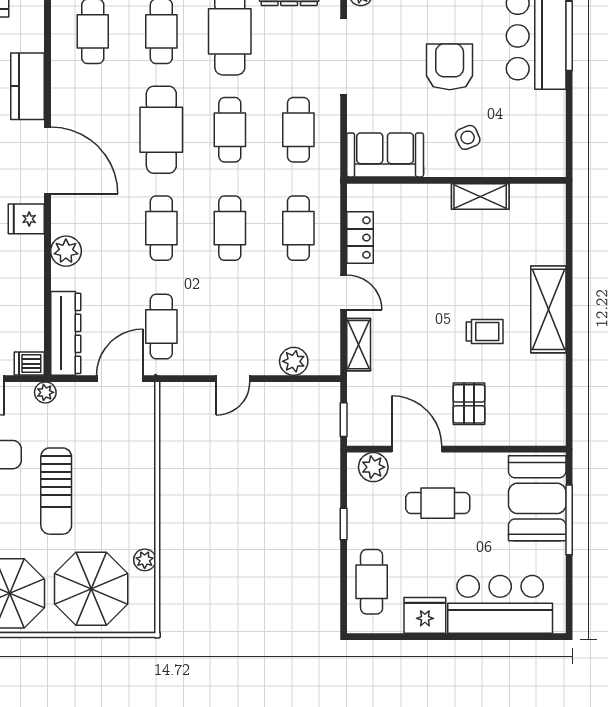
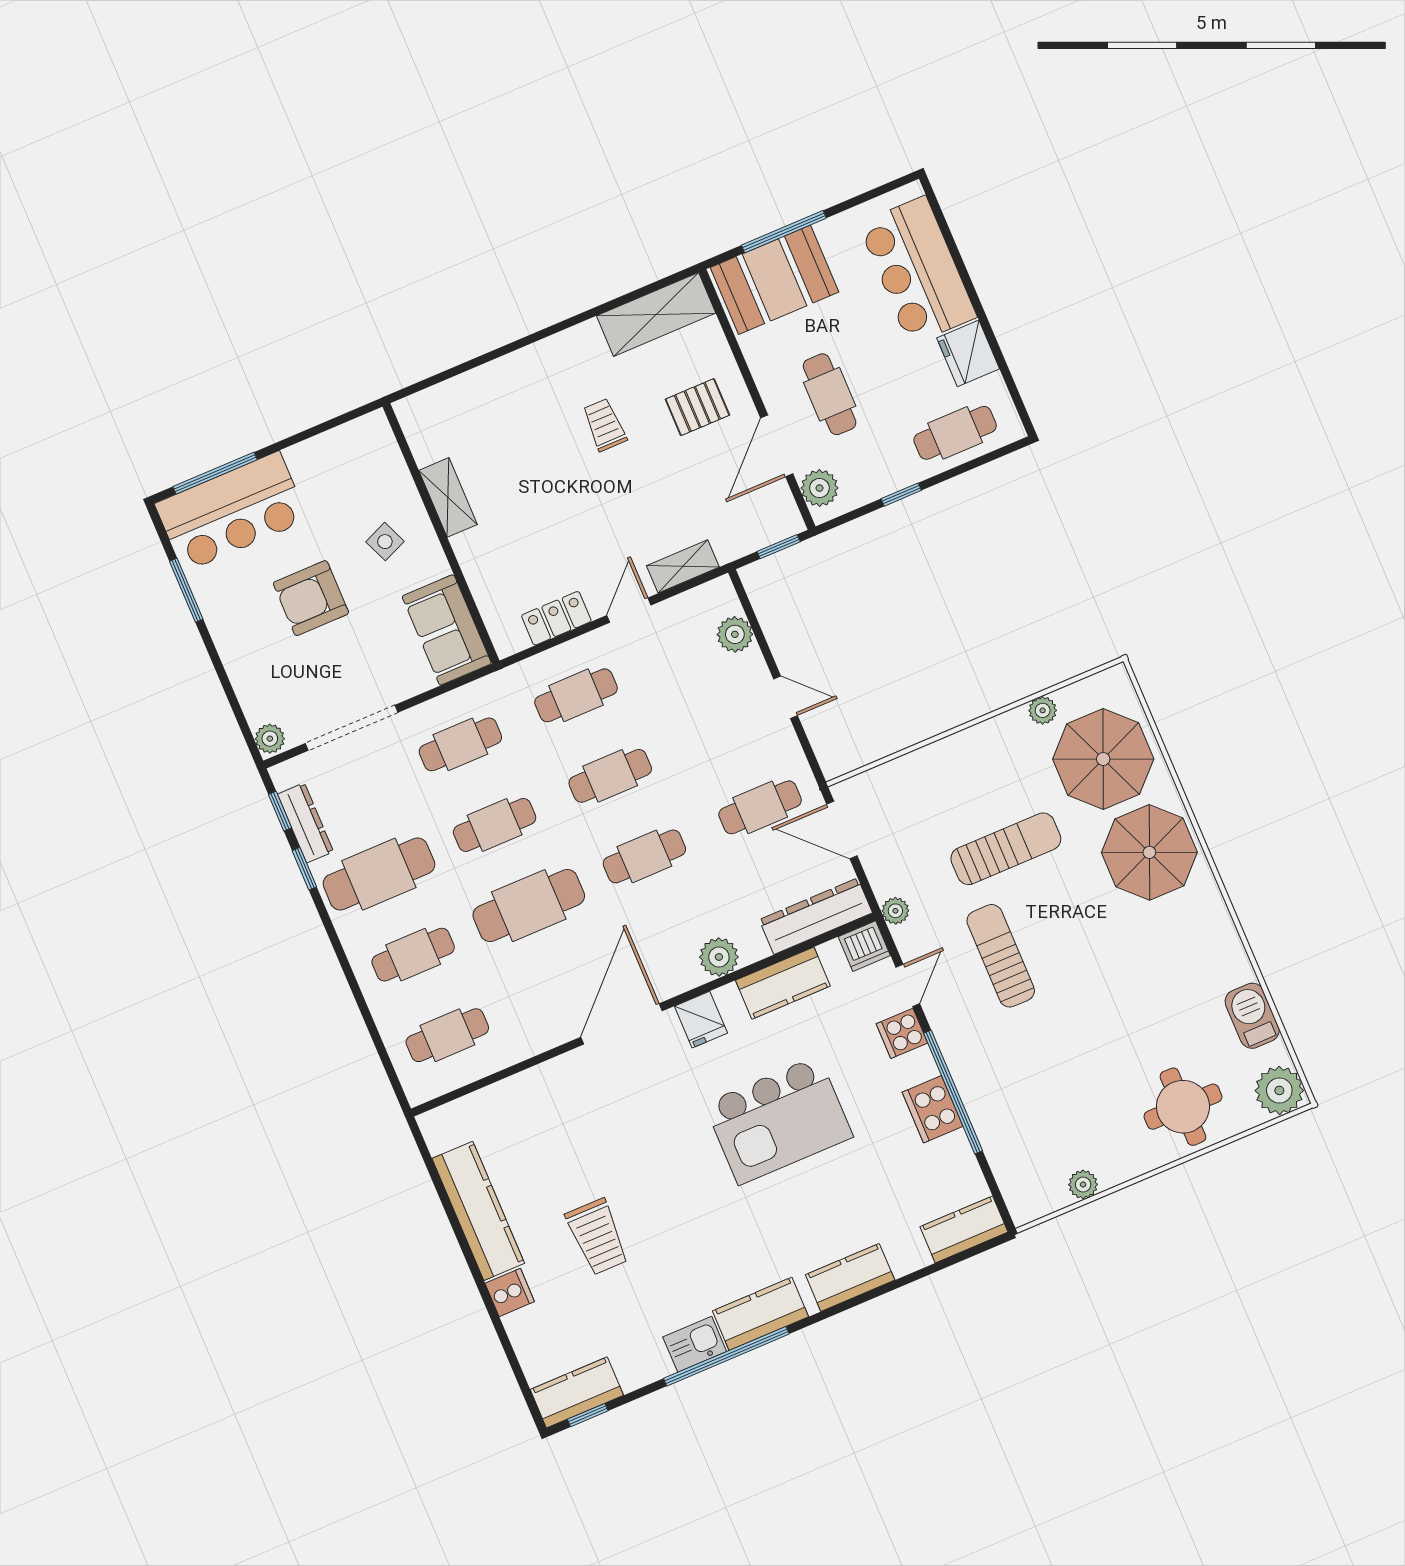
kitchen counter: (28, 86) -> (783, 983), moved
shelving: (548, 309) -> (656, 314), moved
dishwasher: (29, 364) -> (864, 946), width x1.38

